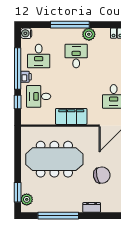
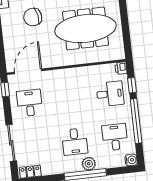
plant: (89, 34) -> (89, 164), moved
printer: (26, 77) -> (121, 68), moved
filing cabinet: (71, 116) -> (73, 76), removed

